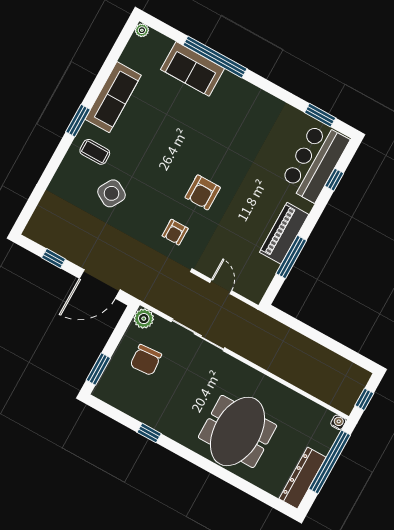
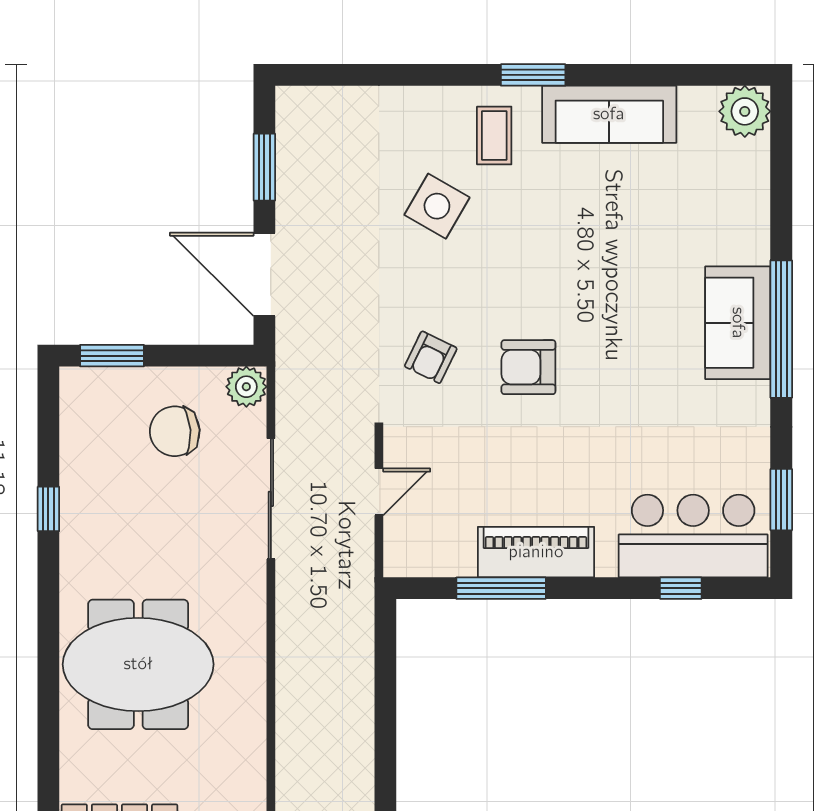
plant: (142, 30) -> (745, 111), width x1.88, depth x1.88
window: (215, 57) -> (781, 329), moved
sofa: (193, 69) -> (738, 323), moved
armchair: (175, 232) -> (431, 357), turned -64
window: (54, 258) -> (264, 167), width x1.50

